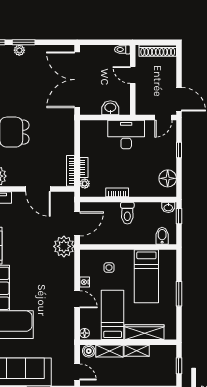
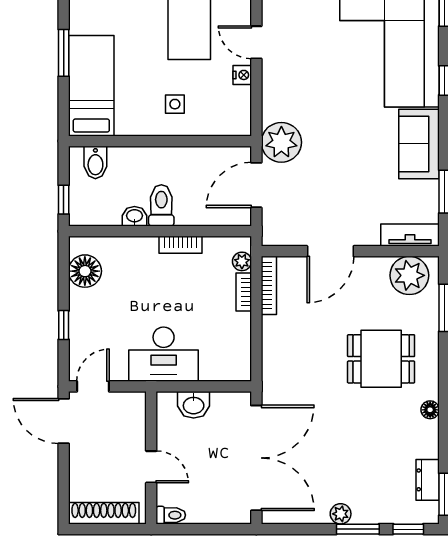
plant: (19, 50) -> (341, 514), moved
door: (38, 189) -> (330, 251), swing flipped
washbasin: (168, 207) -> (134, 216), moved
side table: (109, 268) -> (175, 104), moved
bed: (146, 276) -> (91, 86), moved

